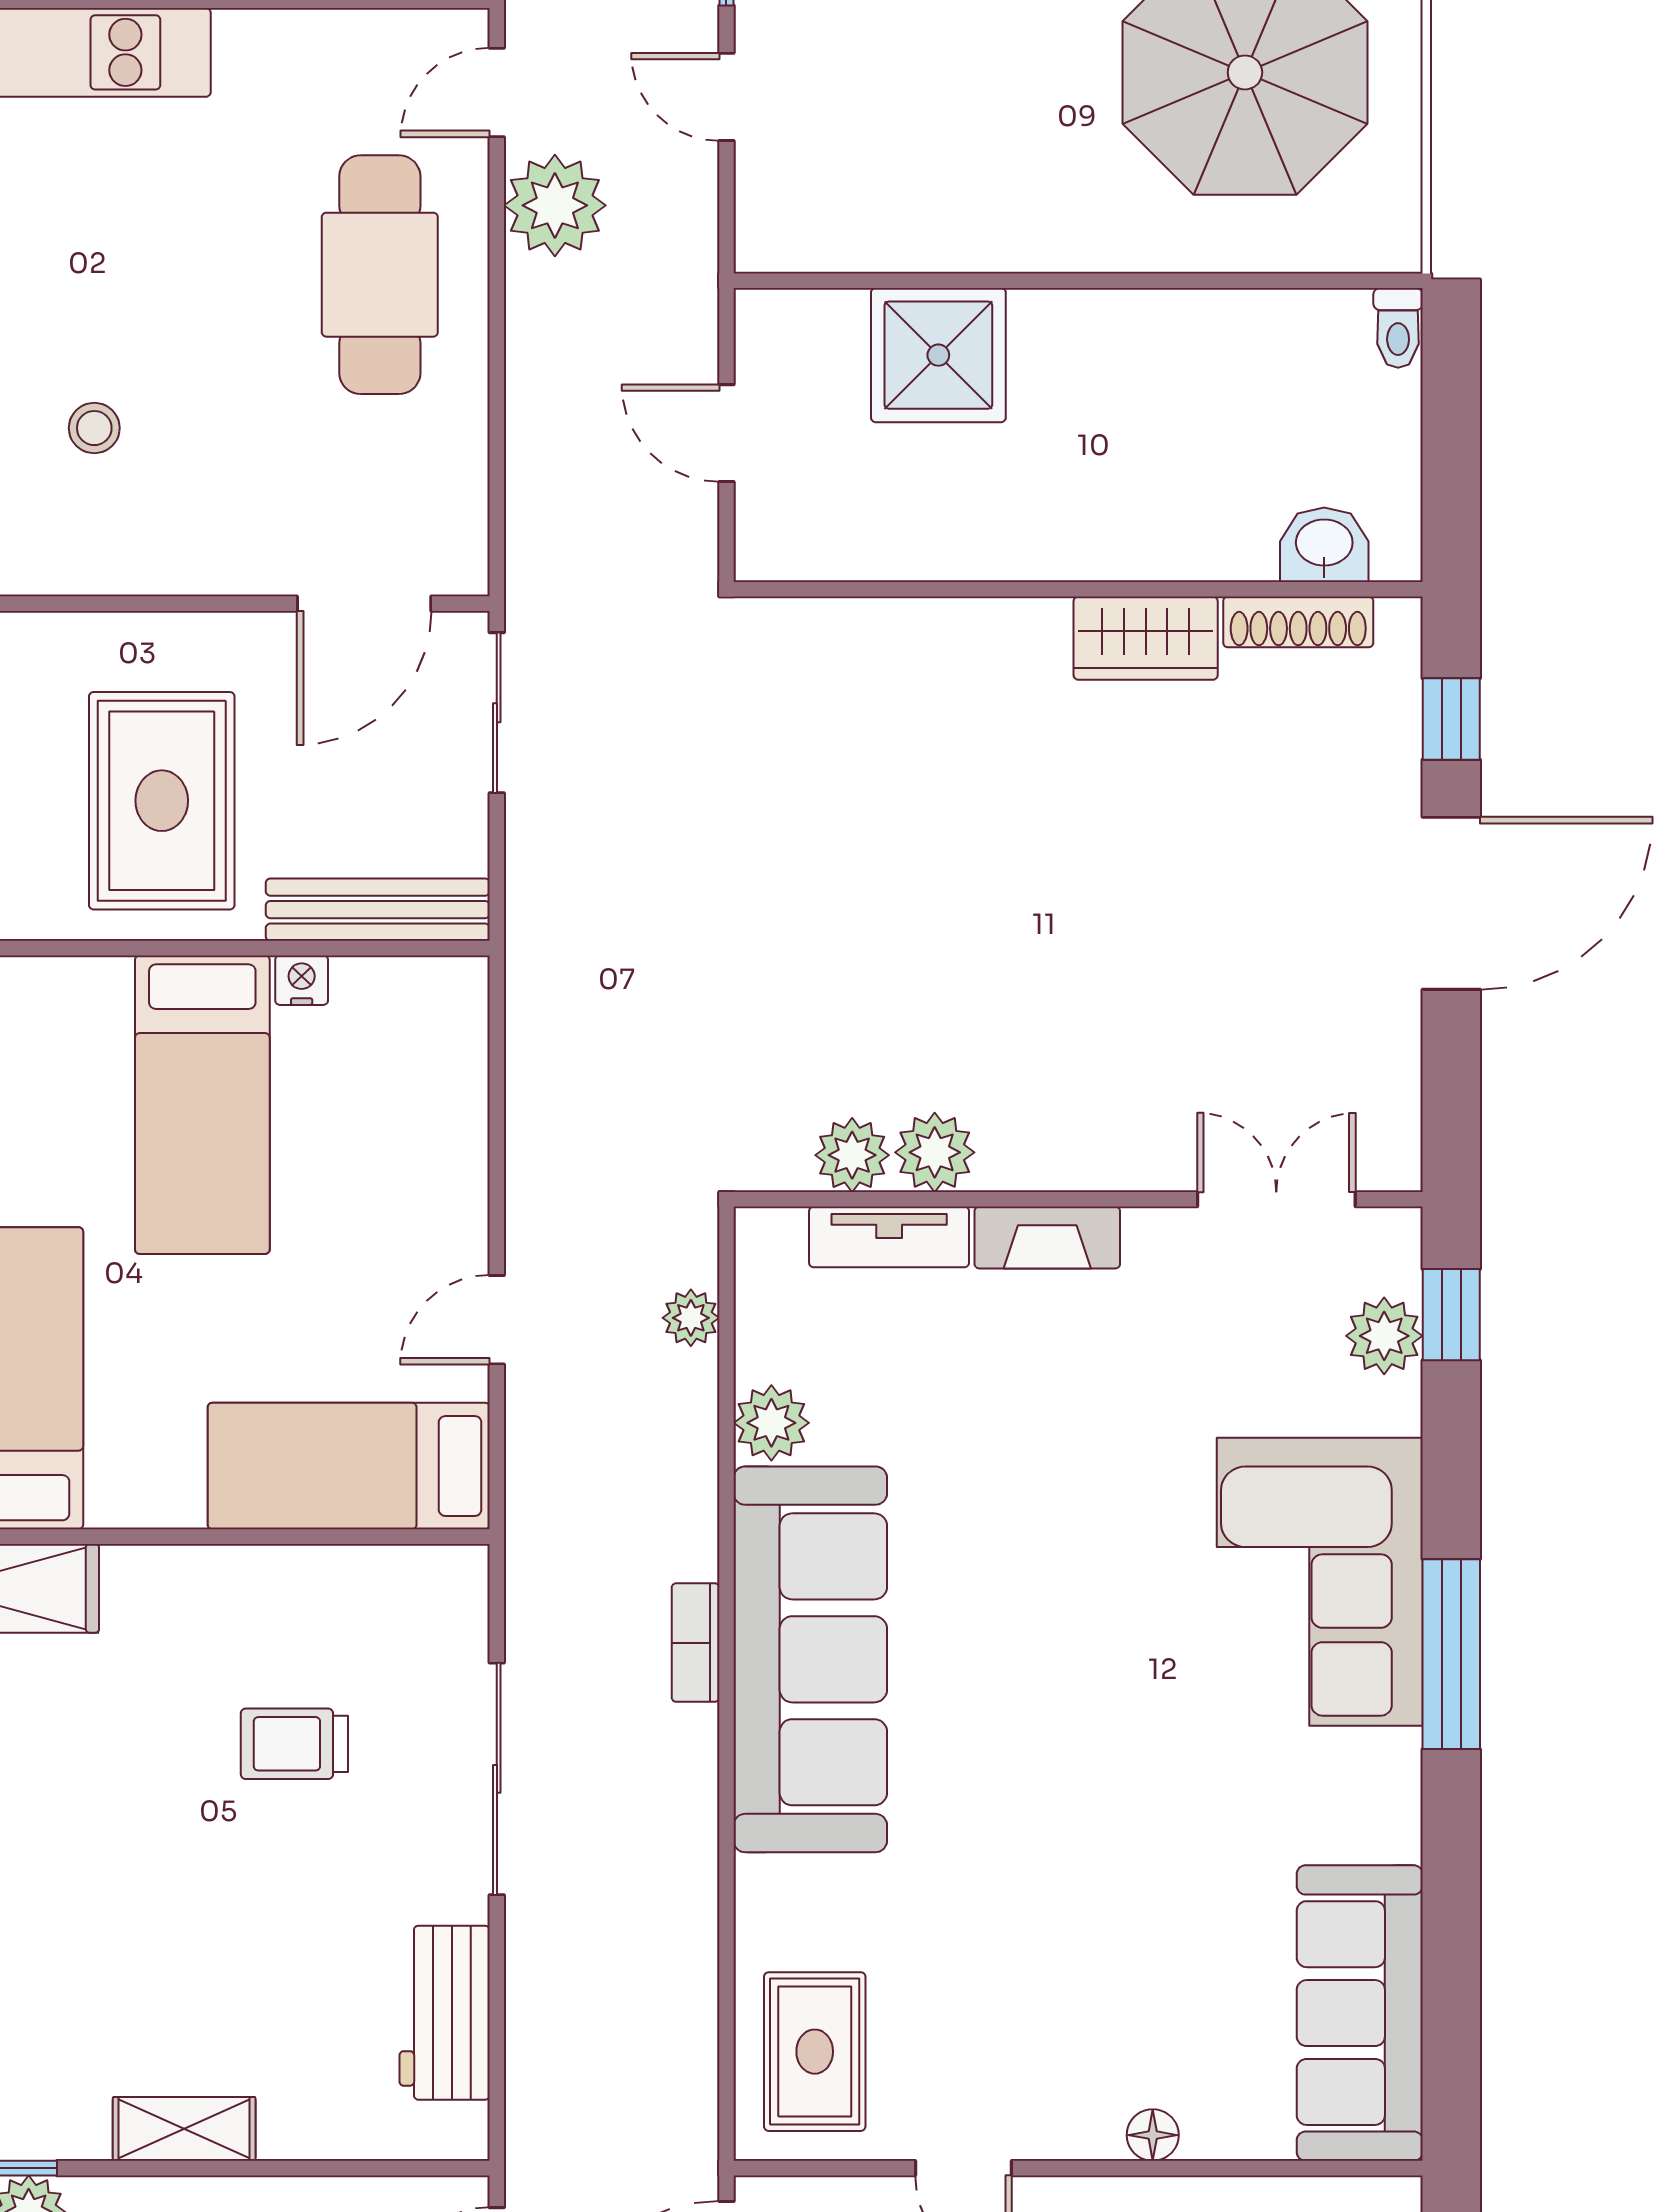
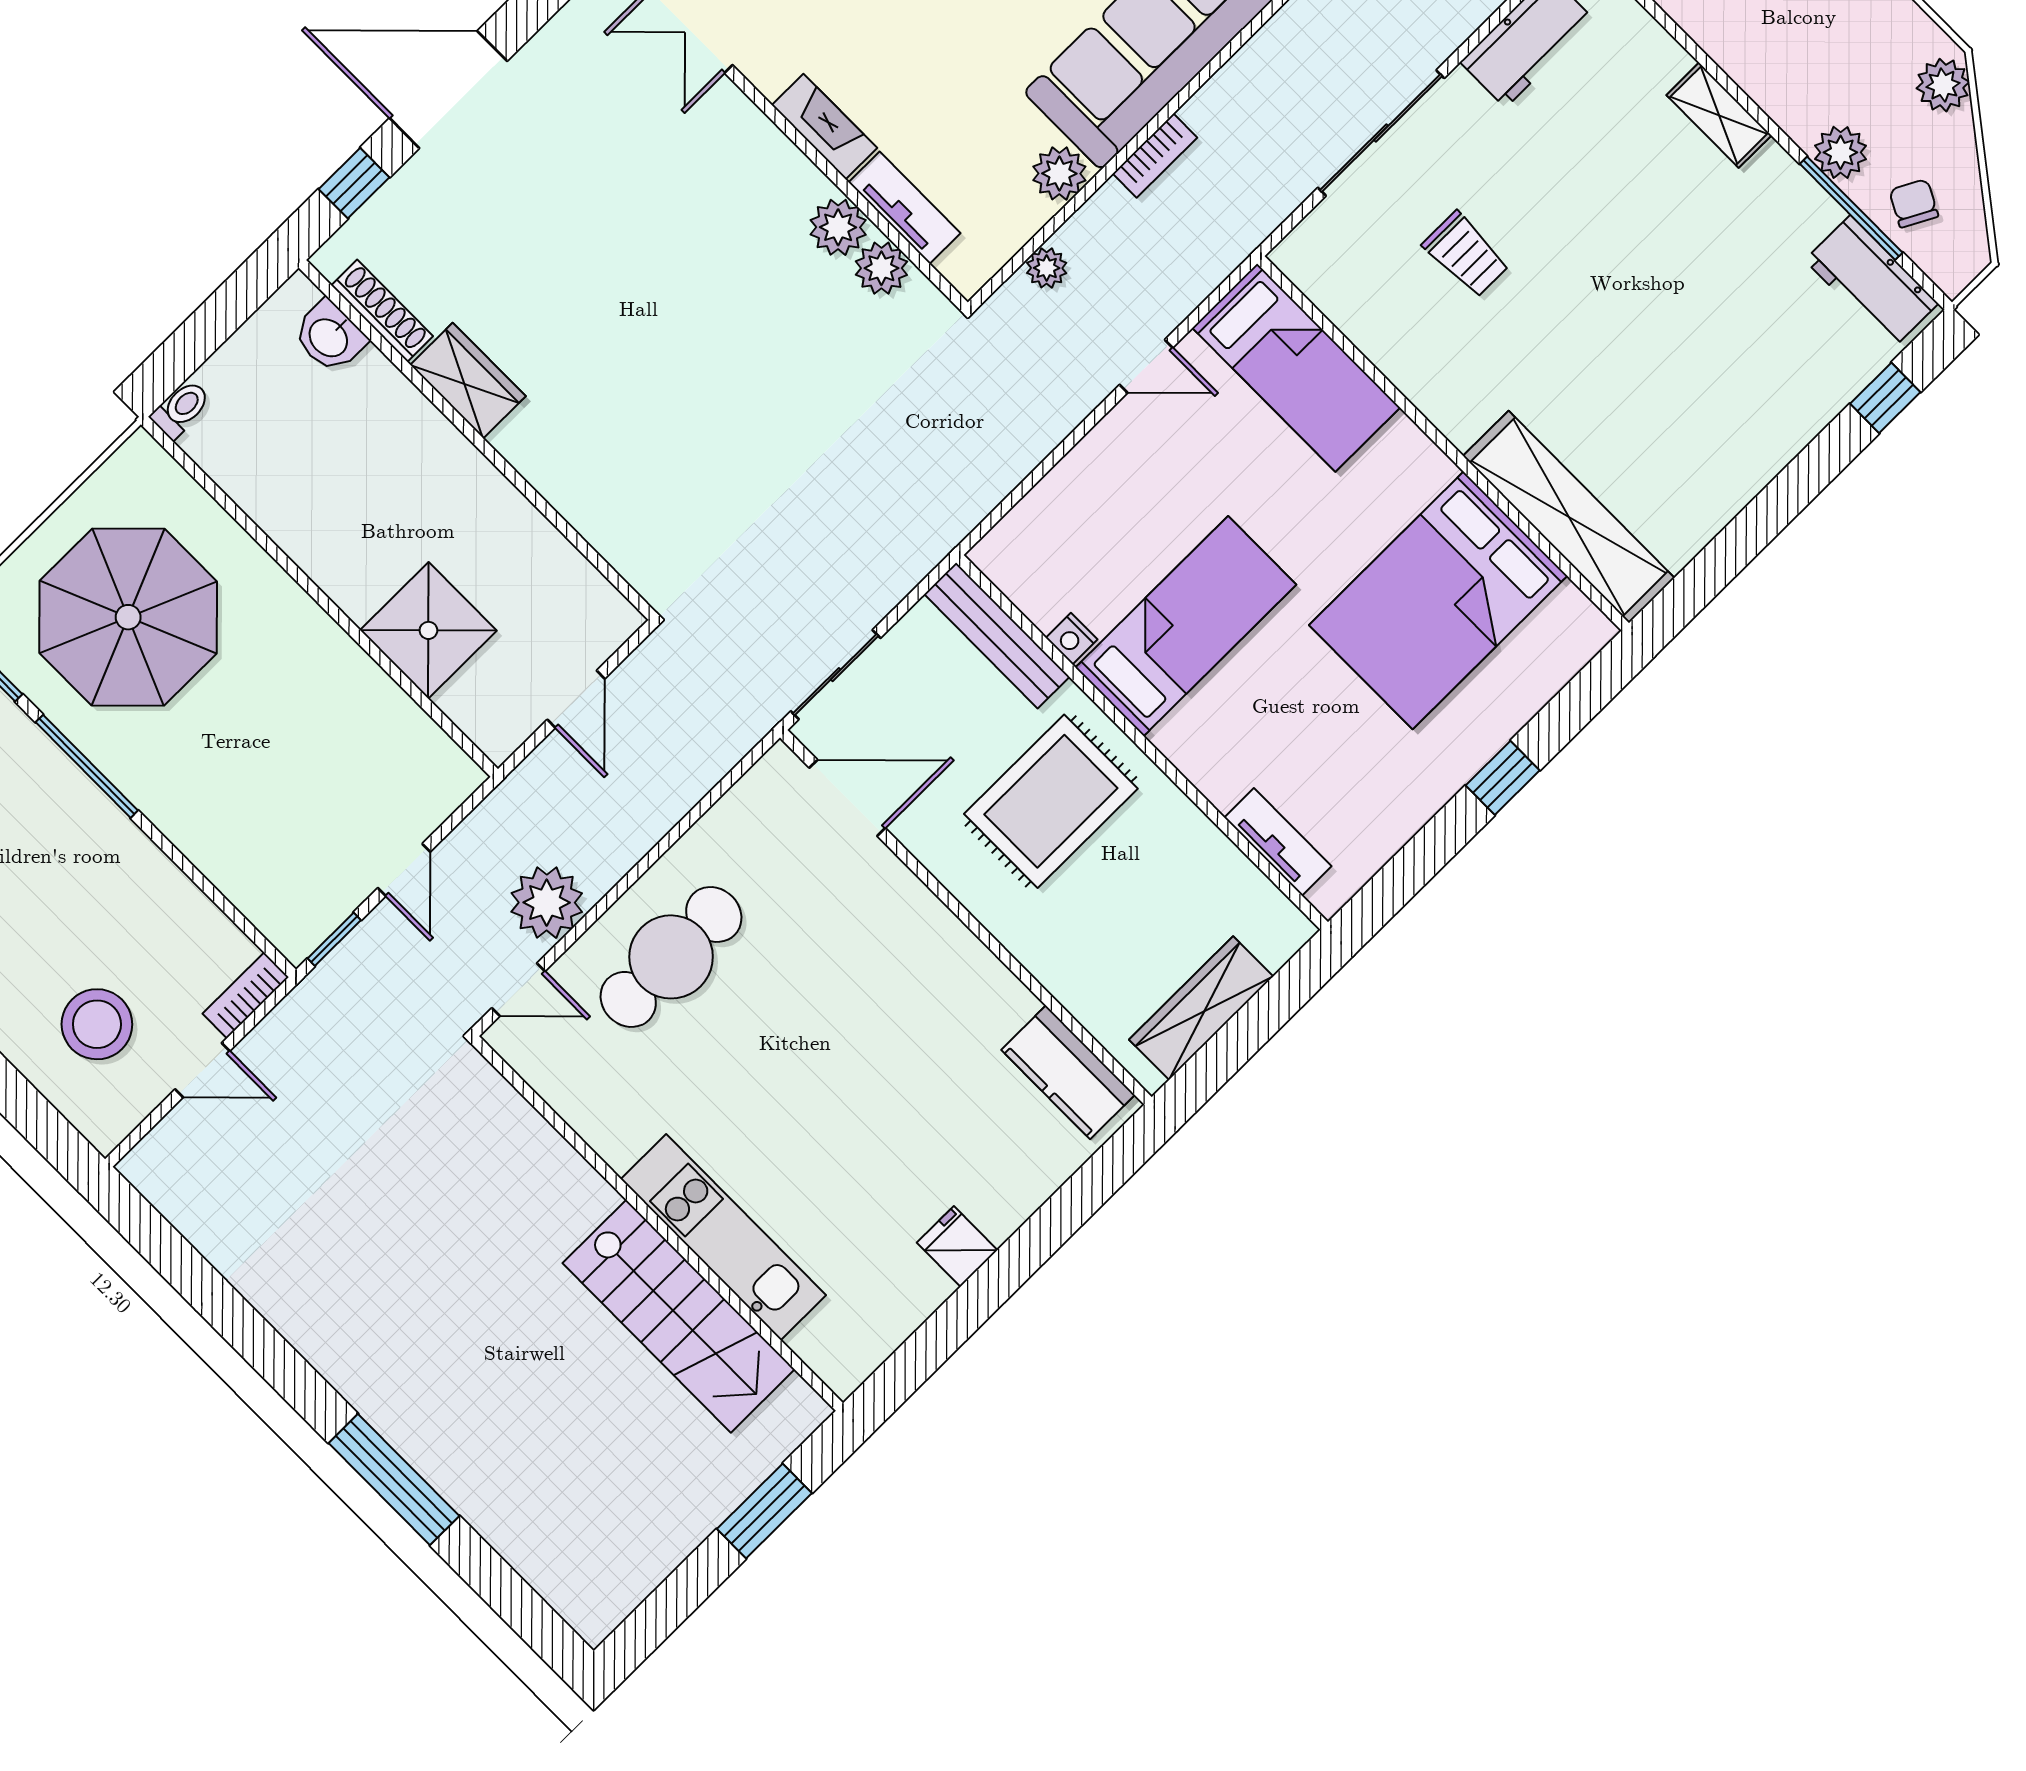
stool: (94, 428) -> (895, 1025), removed
bookcase: (696, 1643) -> (1155, 156), moved

